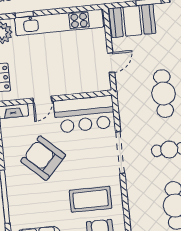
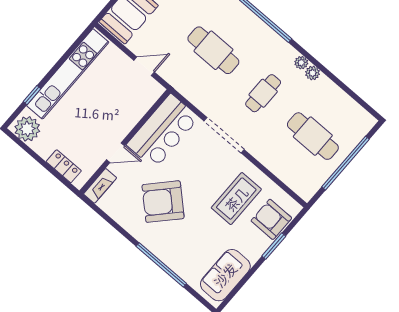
door: (111, 63) -> (144, 66), hinge flipped
door: (42, 100) -> (116, 153), hinge flipped

